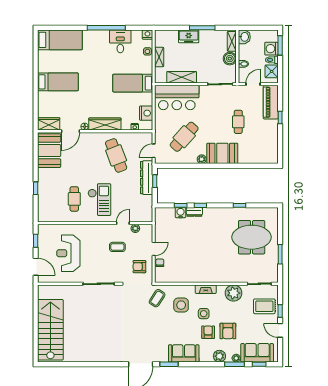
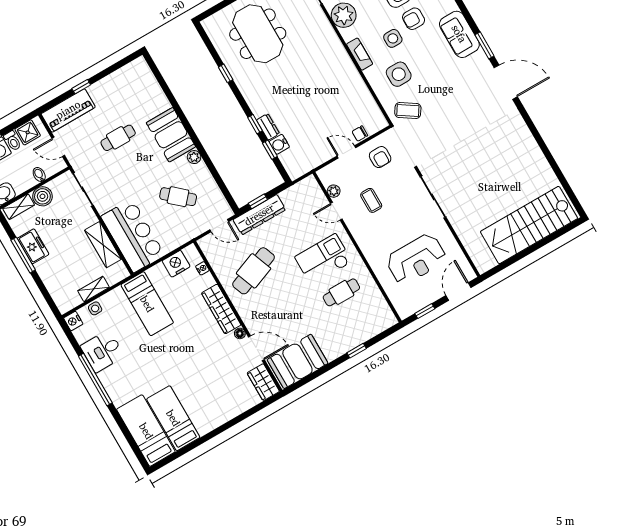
freezer: (189, 36) -> (33, 246), moved
bed: (58, 82) -> (173, 418), moved
cafe table: (184, 137) -> (178, 197), width x0.73, depth x0.74

